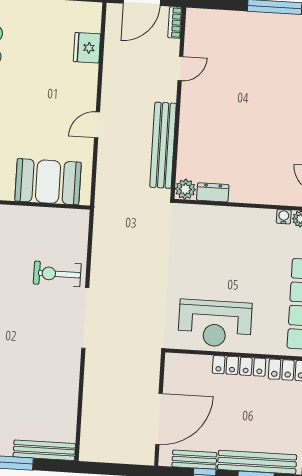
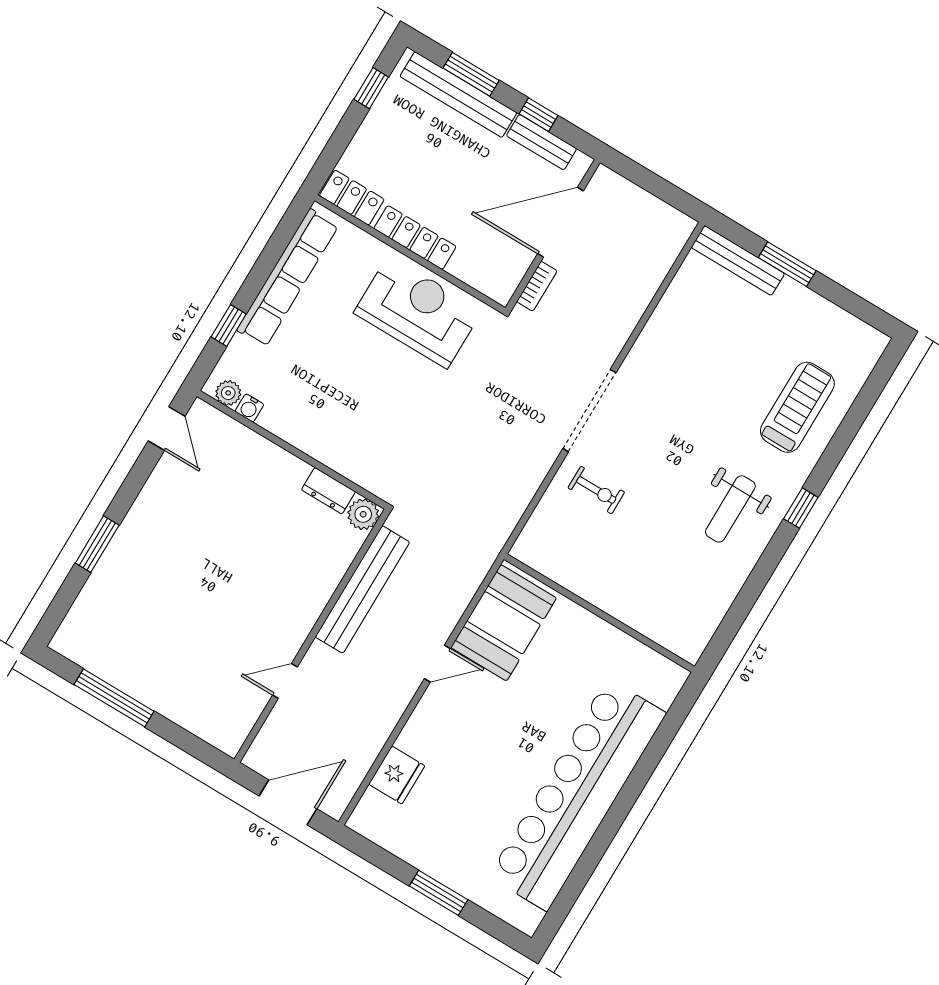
bookcase: (175, 23) -> (537, 286), moved
booth: (48, 182) -> (504, 623), moved, turned 90
exercise bike: (57, 274) -> (596, 490), width x0.73, depth x0.72

